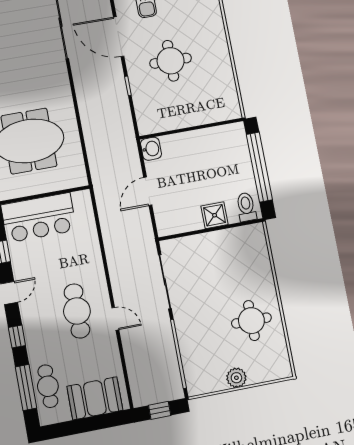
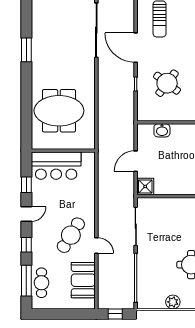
round table: (171, 61) -> (167, 83), moved, turned 37
washbasin: (151, 149) -> (162, 130), moved, turned 90
shower: (215, 215) -> (145, 186), moved
cafe table: (77, 311) -> (71, 235), turned 32
booth: (95, 398) -> (83, 280), moved, turned 90

